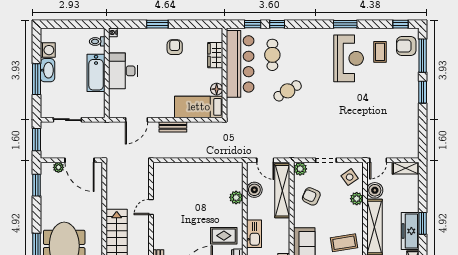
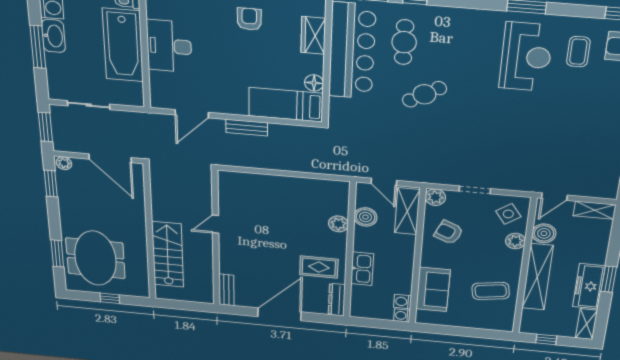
bathtub: (96, 73) -> (123, 45), width x1.36, depth x1.36
plant: (58, 167) -> (64, 163), moved
shelving: (282, 191) -> (407, 211), width x0.68

